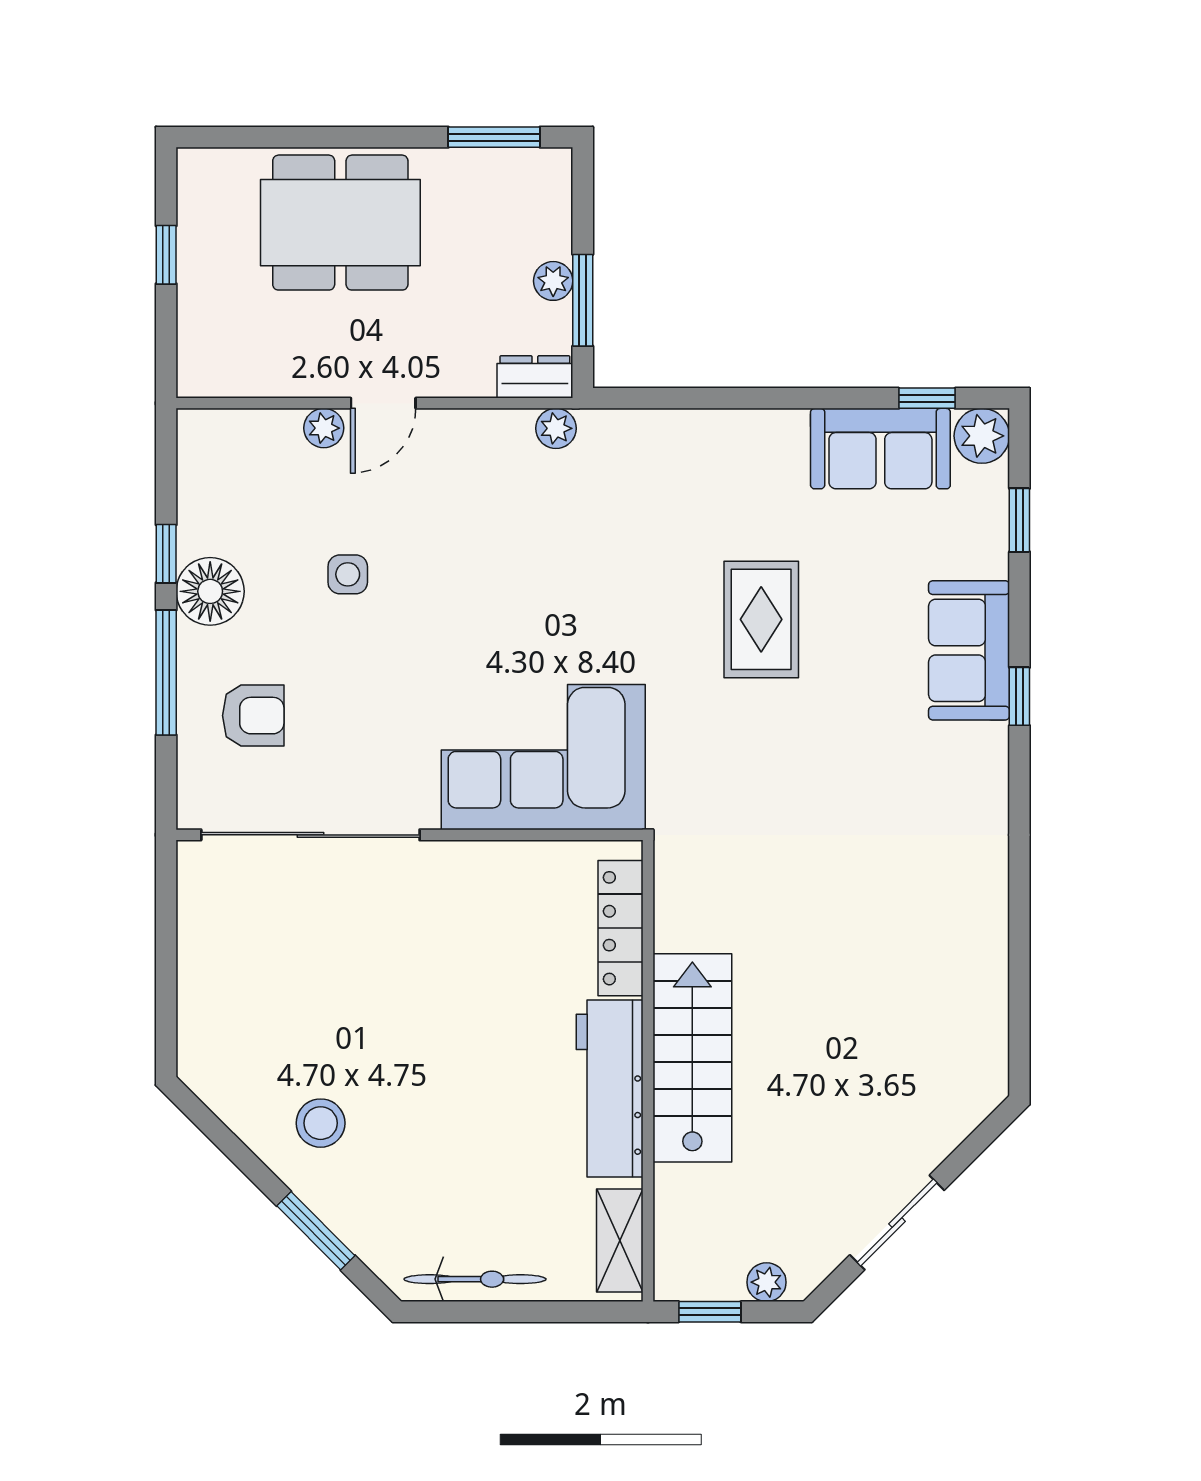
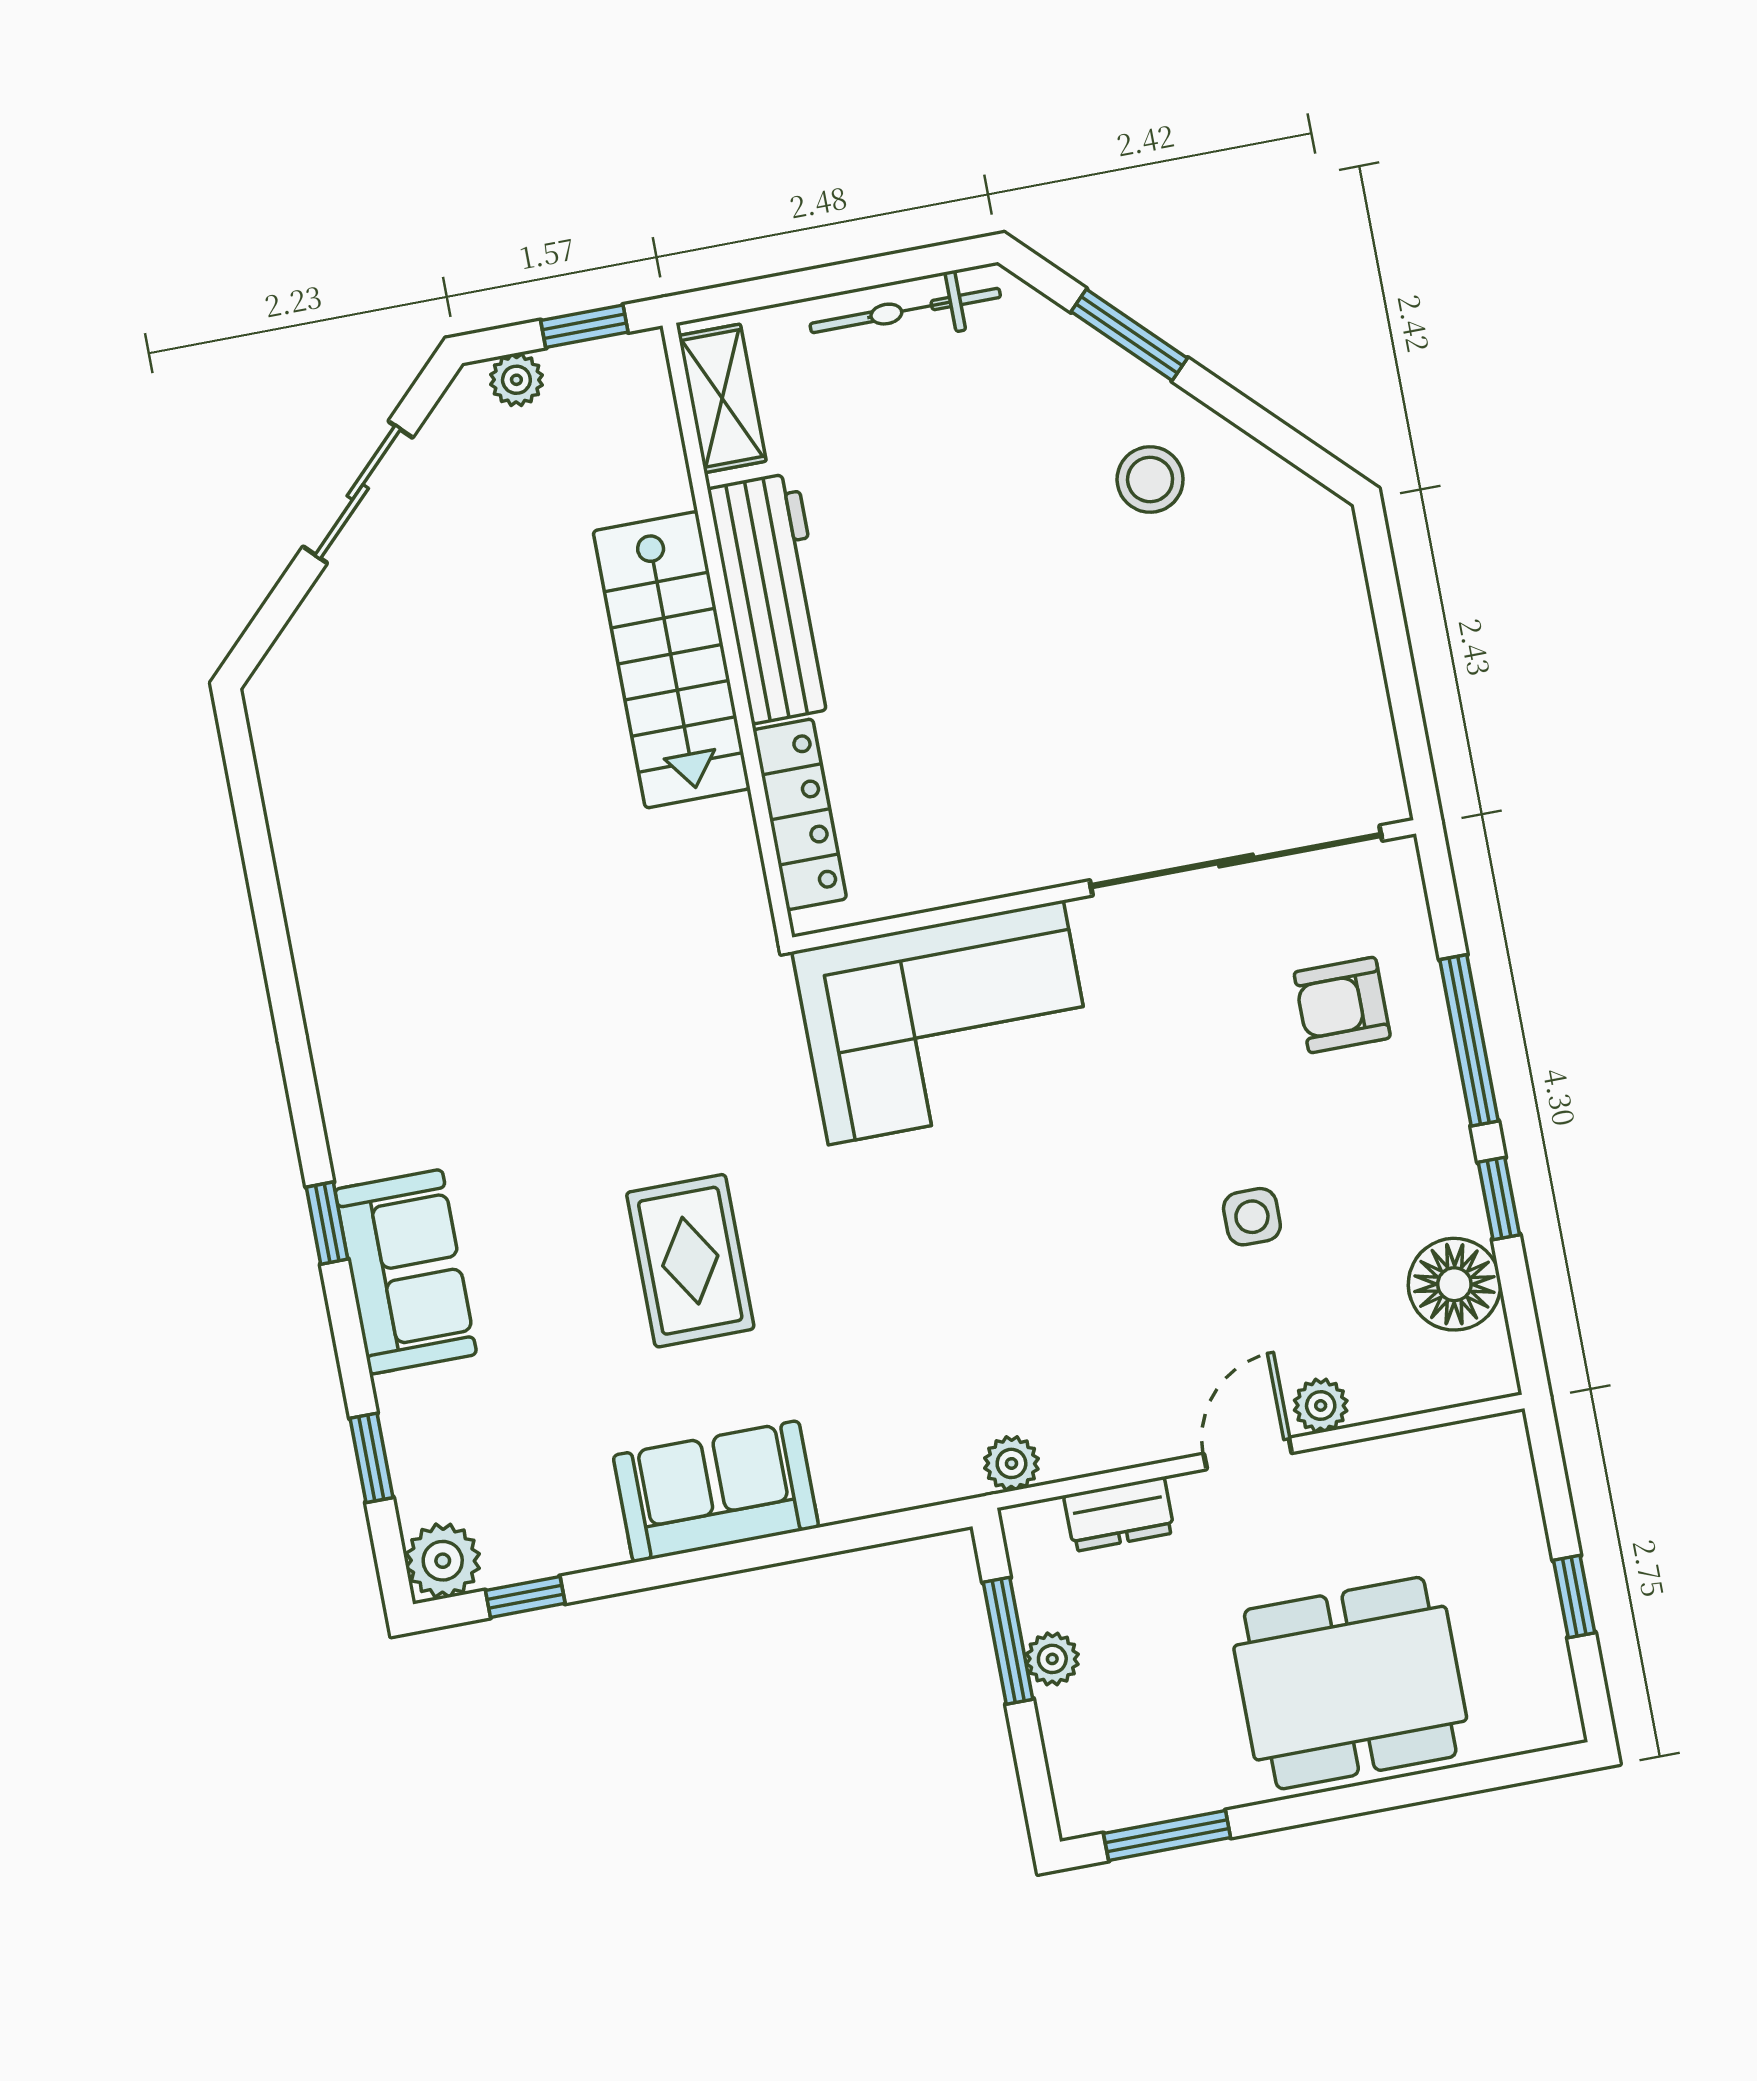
dresser: (535, 377) -> (1119, 1514), moved
sofa: (880, 449) -> (716, 1491), moved
floor lamp: (210, 591) -> (1454, 1284), moved

